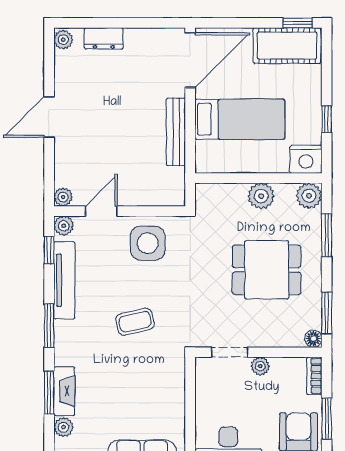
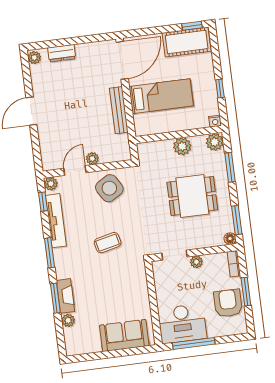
nightstand: (306, 159) -> (215, 121), width x0.53, depth x0.56
plant: (63, 197) -> (92, 159), moved
side table: (148, 243) -> (109, 188), turned -31

